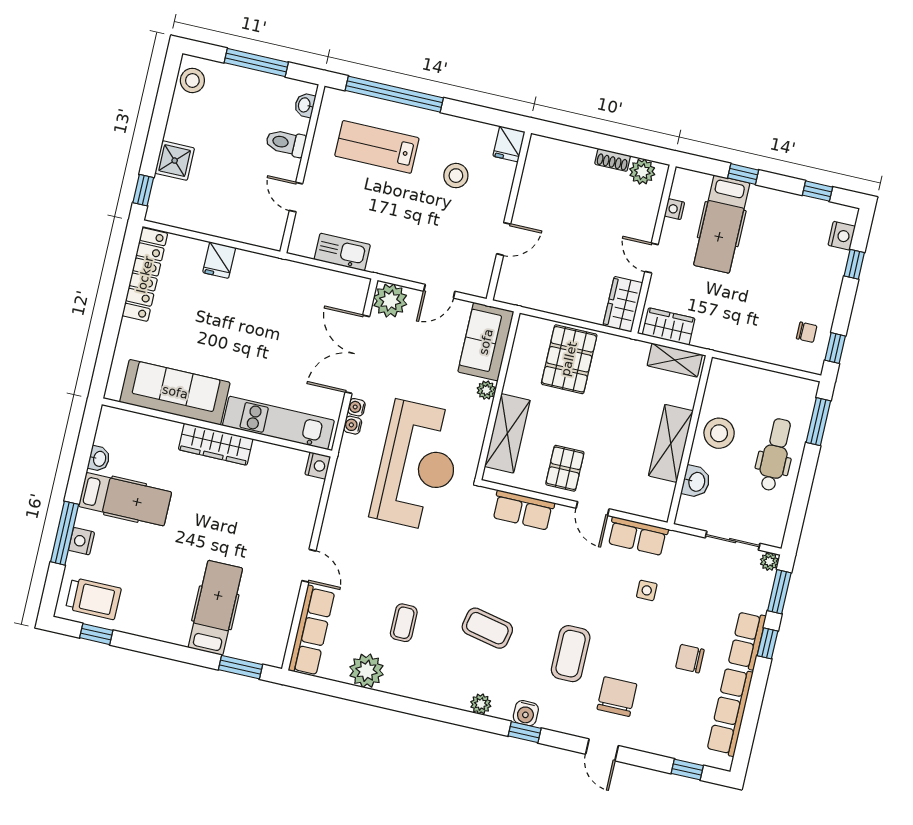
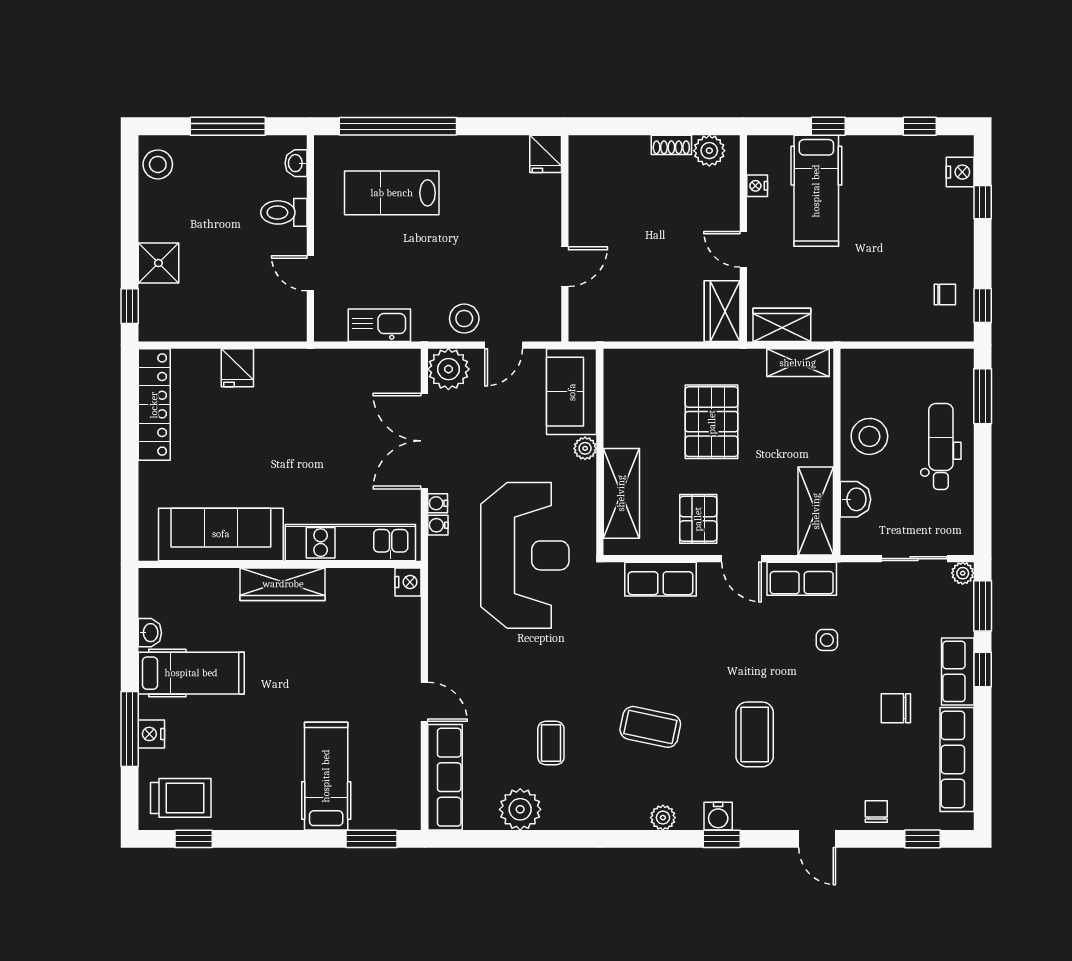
stool: (456, 176) -> (464, 319), moved
pallet: (569, 359) -> (712, 422), moved
shelving: (671, 443) -> (816, 511), moved
chair: (617, 697) -> (876, 811), moved, width x0.54, depth x0.54

